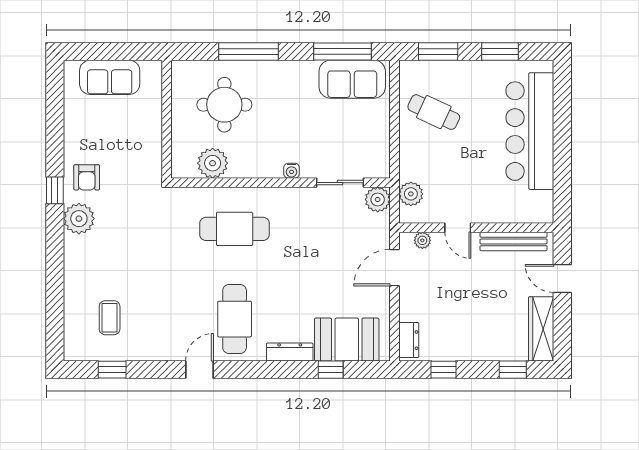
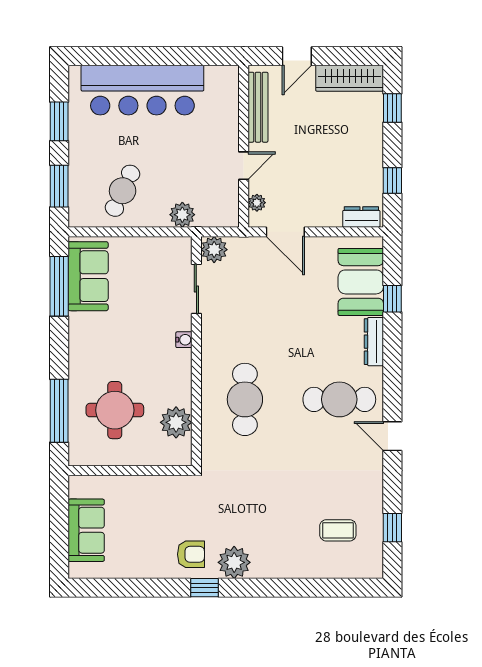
window: (248, 51) -> (59, 411), moved
plant: (411, 194) -> (182, 215), moved

